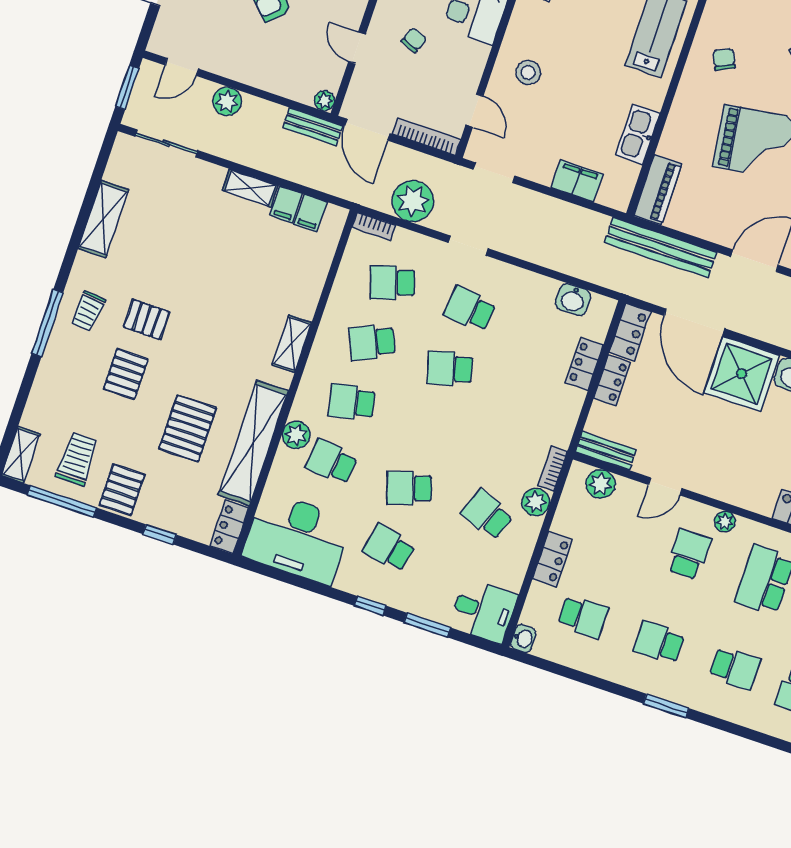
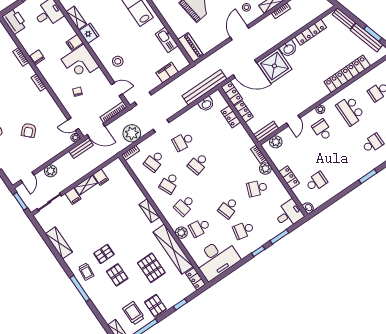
door: (357, 48) -> (73, 124), moved
filing cabinet: (310, 213) -> (73, 196), moved
bench: (661, 247) -> (204, 87), moved
school desk: (659, 642) -> (345, 163), removed

